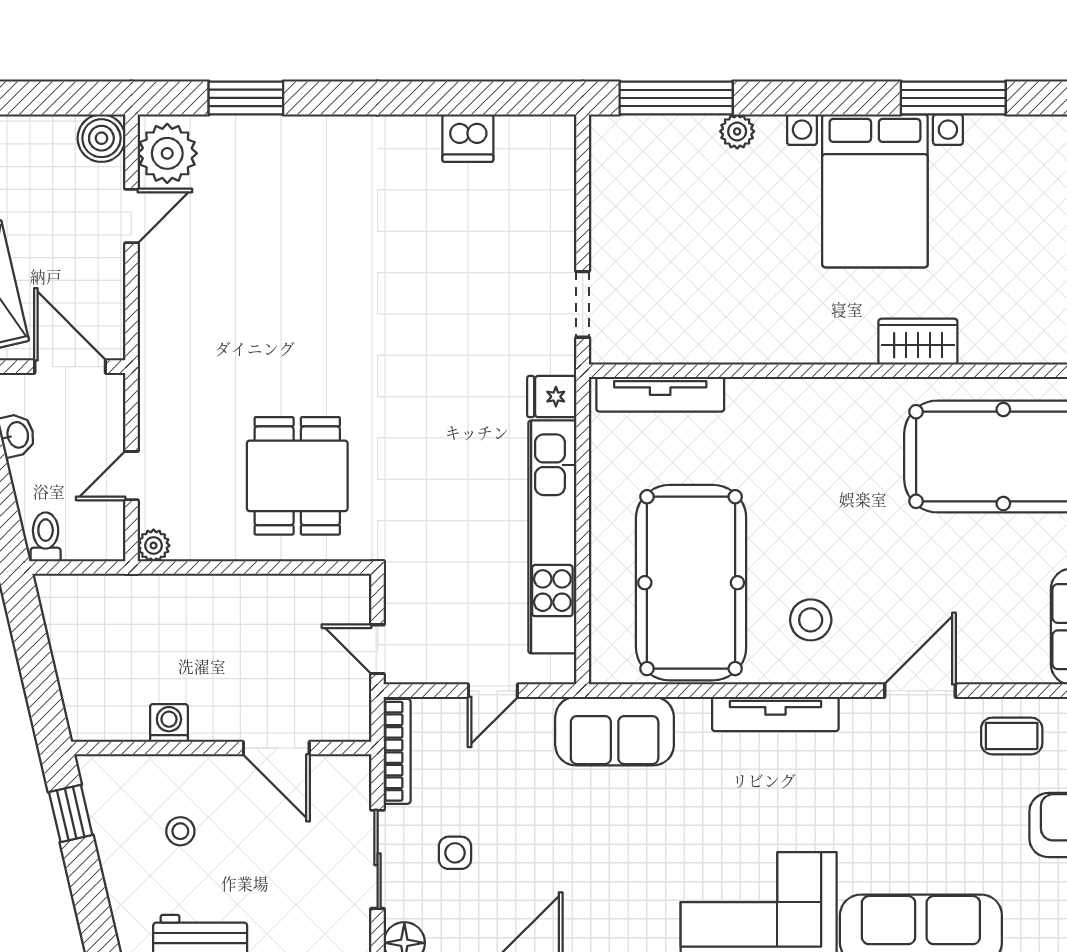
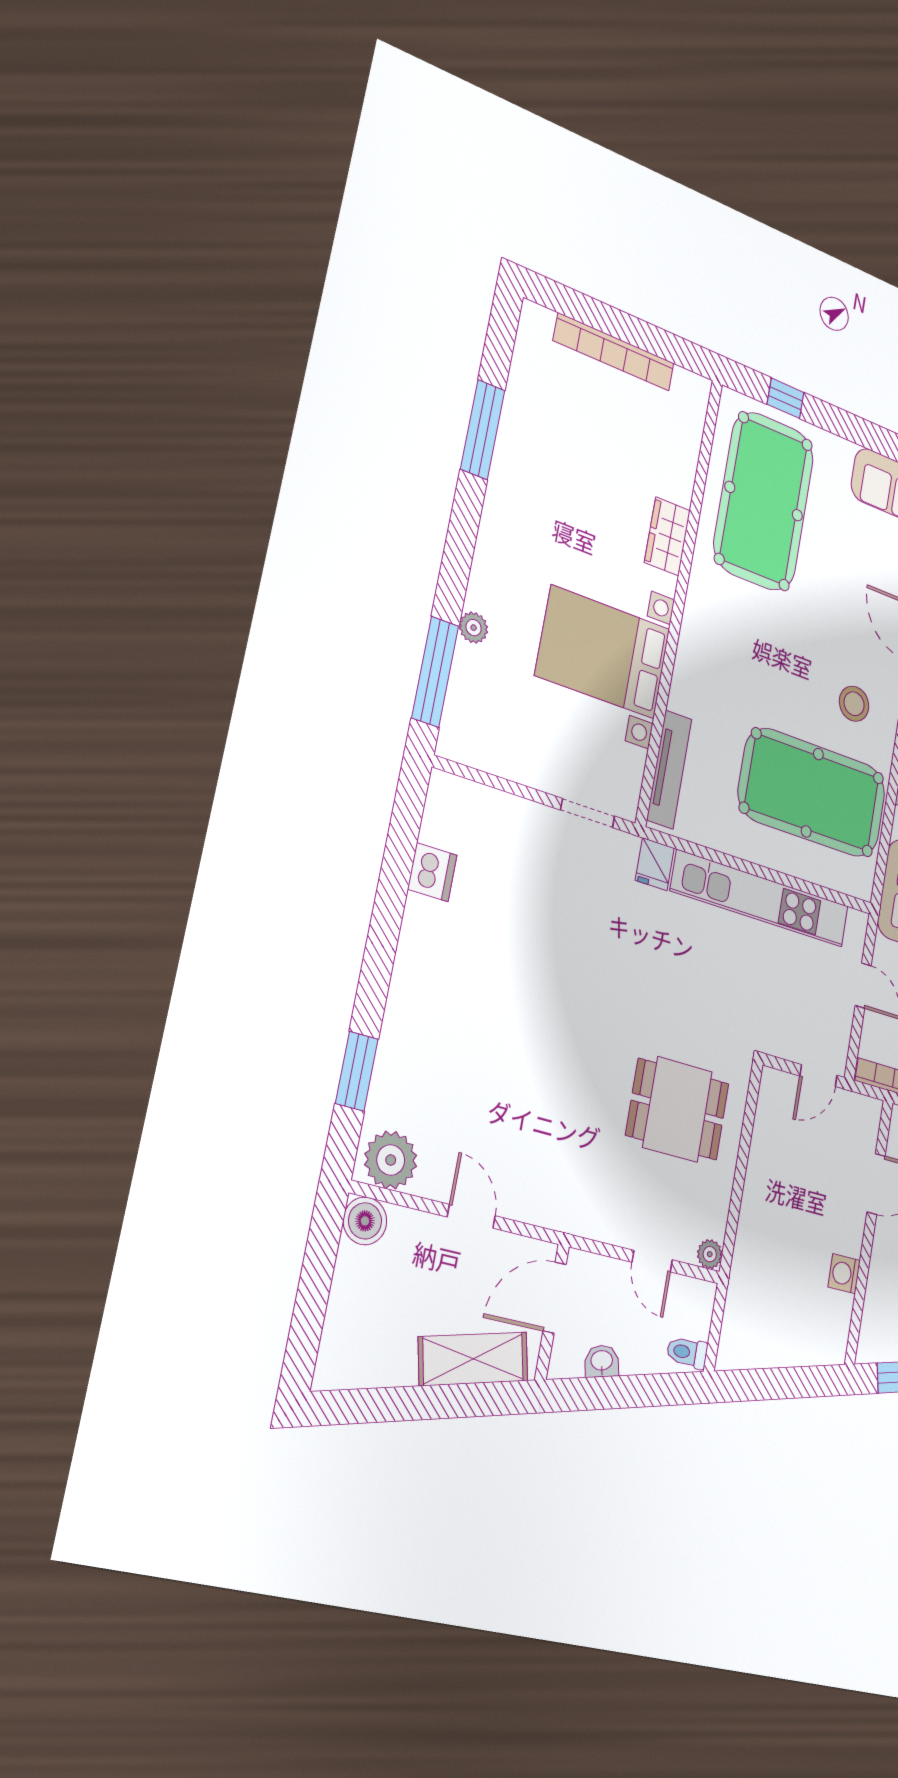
bed with nightstands: (875, 191) -> (603, 652), moved, turned 180
door: (131, 216) -> (471, 1216), moved

